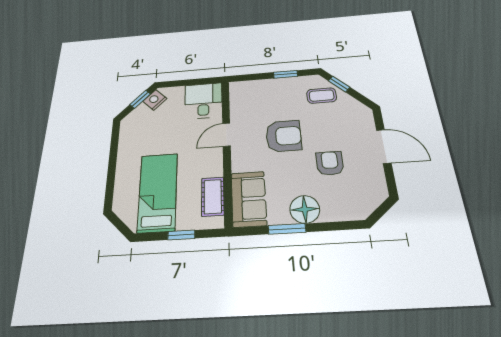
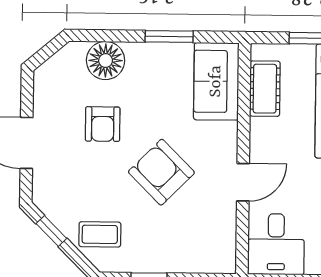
window: (339, 84) -> (51, 231), moved
armchair: (284, 136) -> (161, 172), turned 45
floor lamp: (305, 209) -> (106, 60), moved

